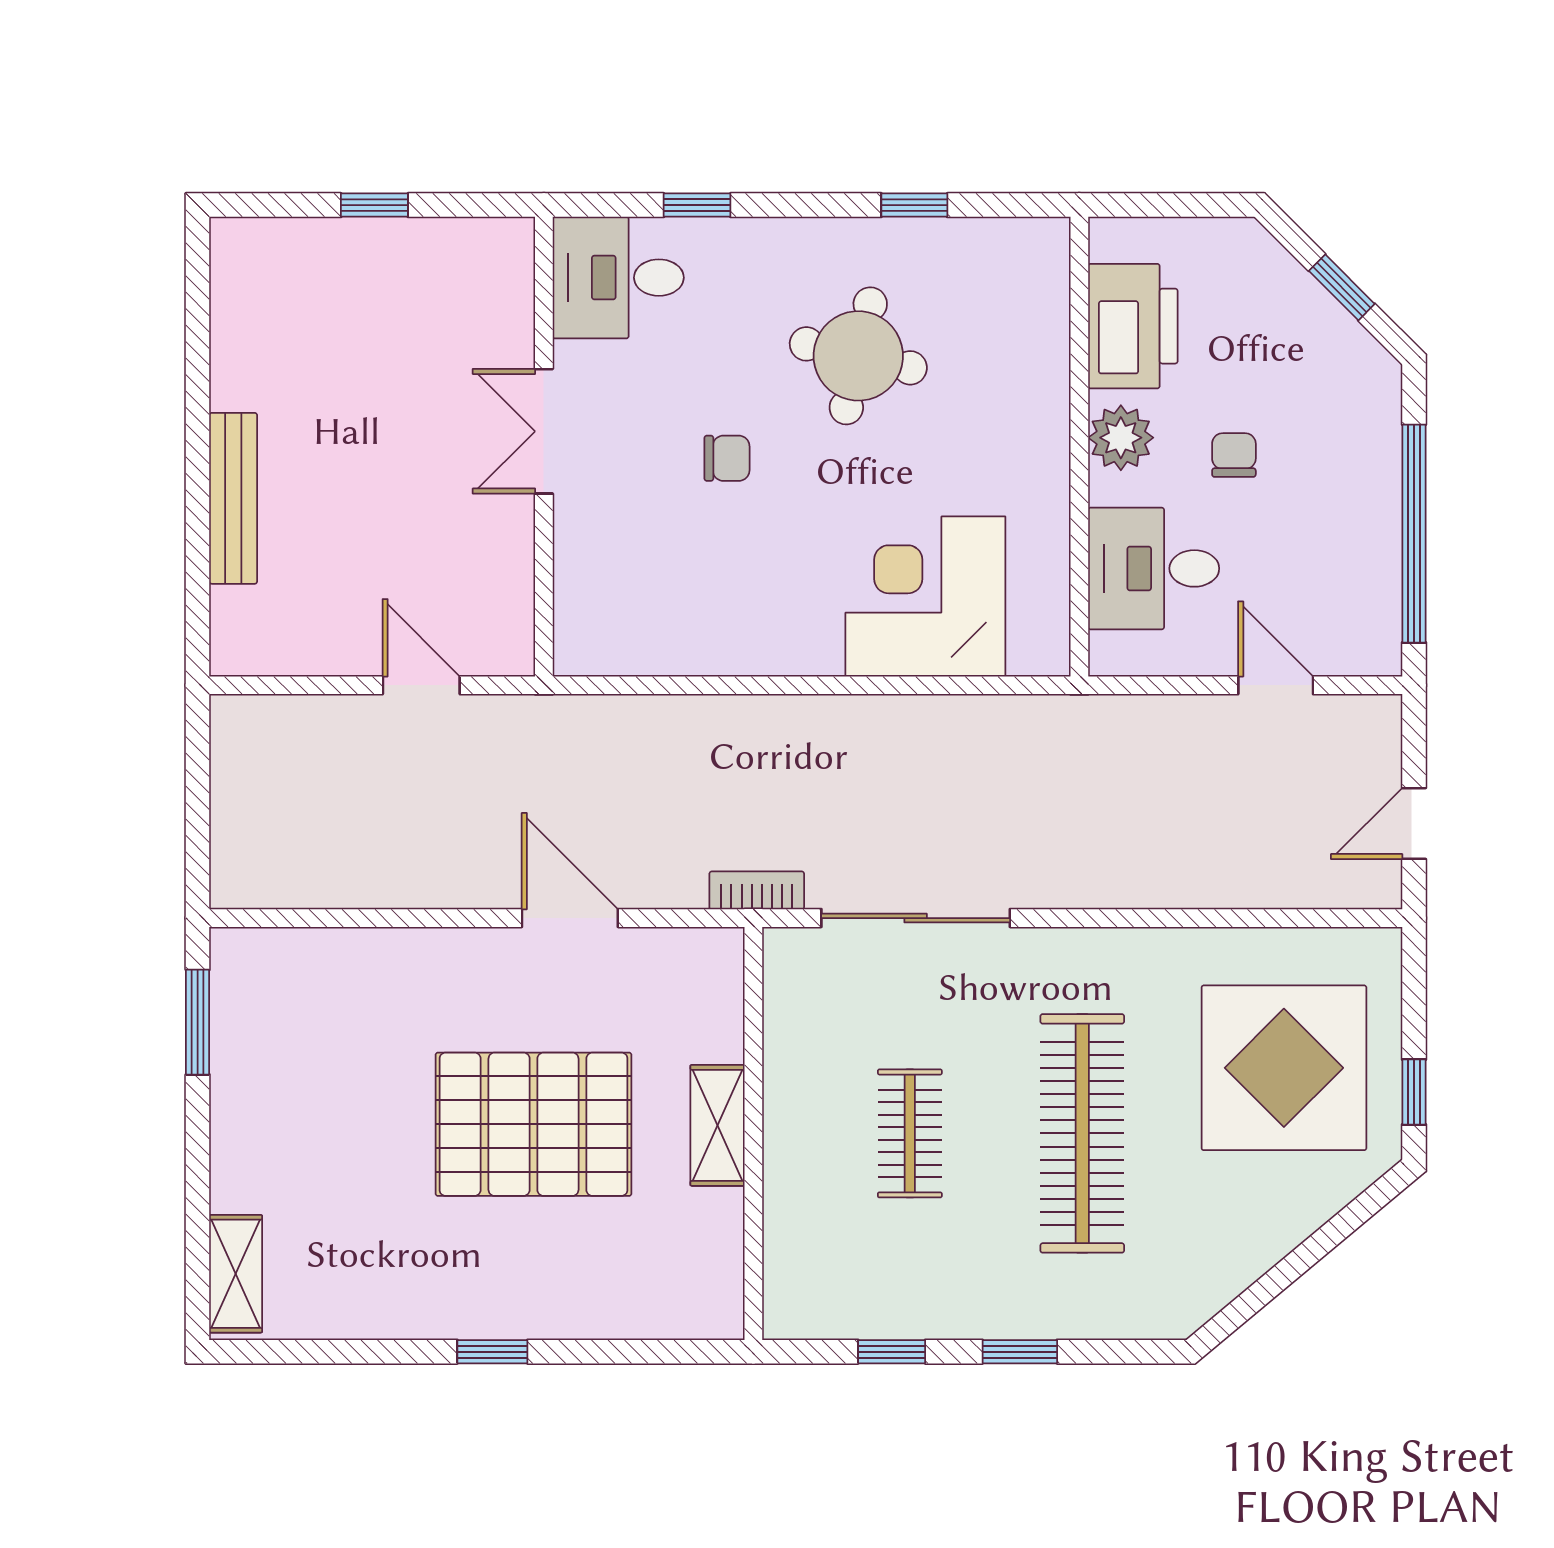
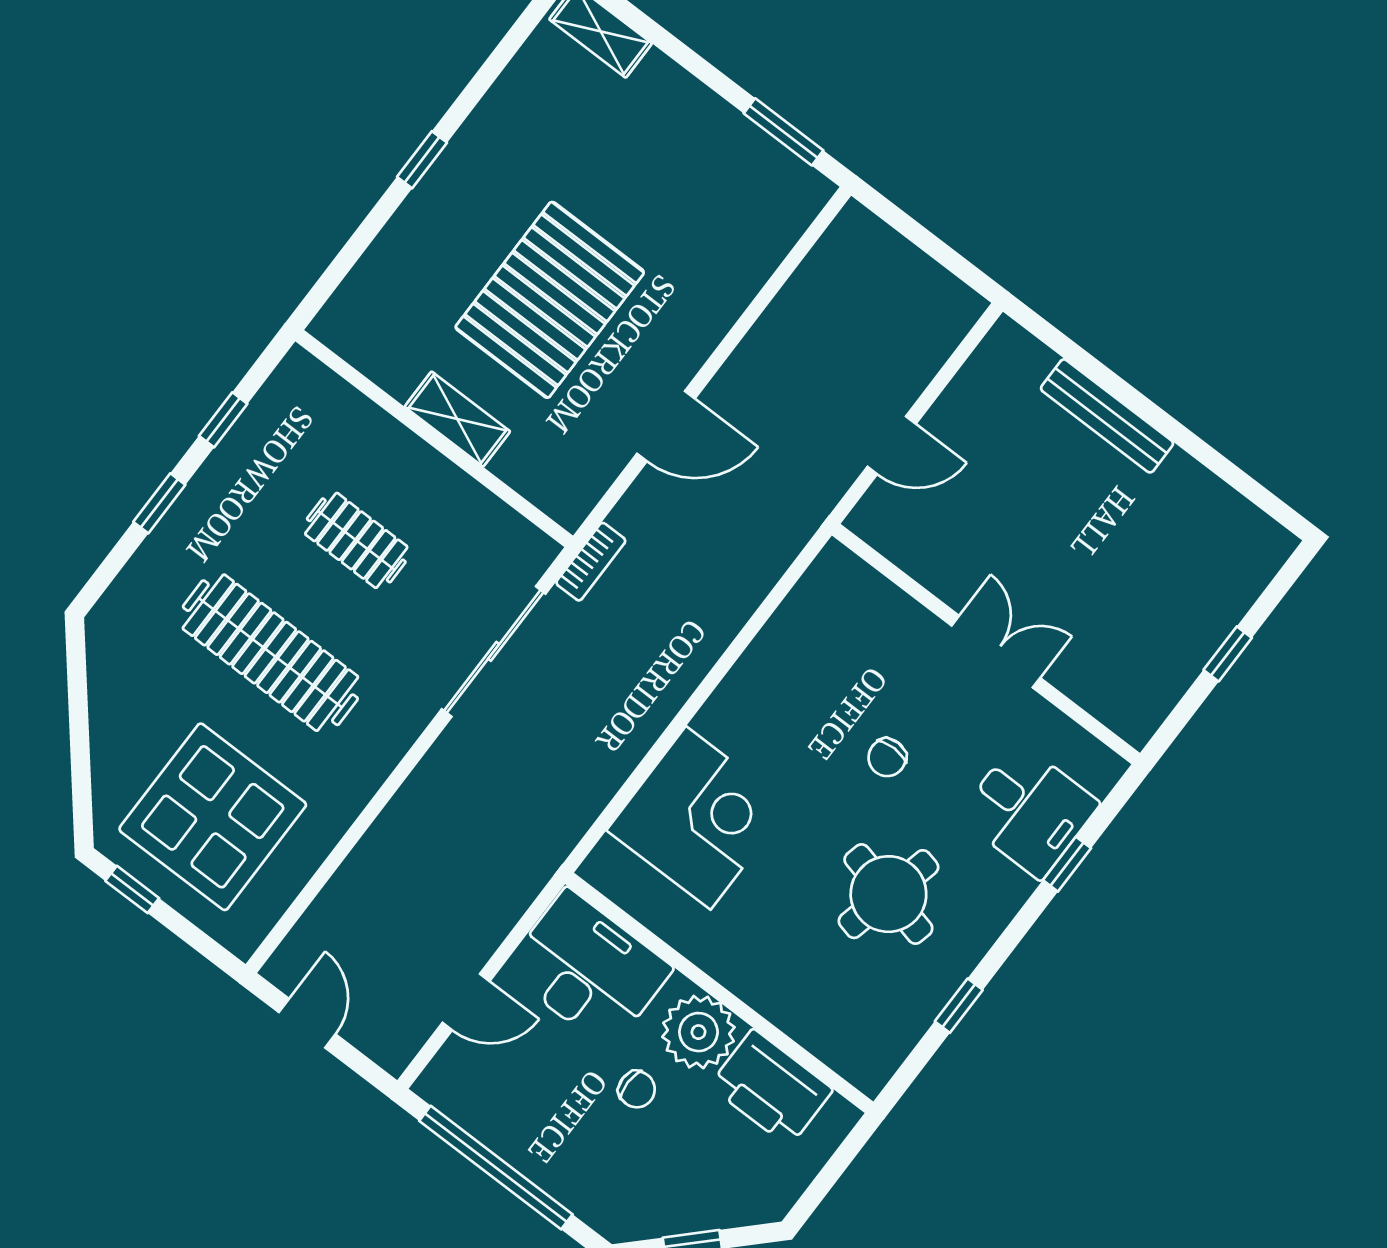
desk: (618, 278) -> (1029, 810), moved, turned 90
plant: (1121, 438) -> (698, 1032), width x1.36, depth x1.36
desk: (1154, 568) -> (588, 969), width x1.37

